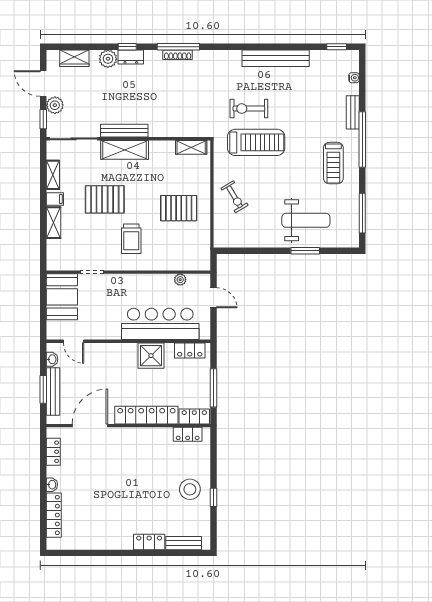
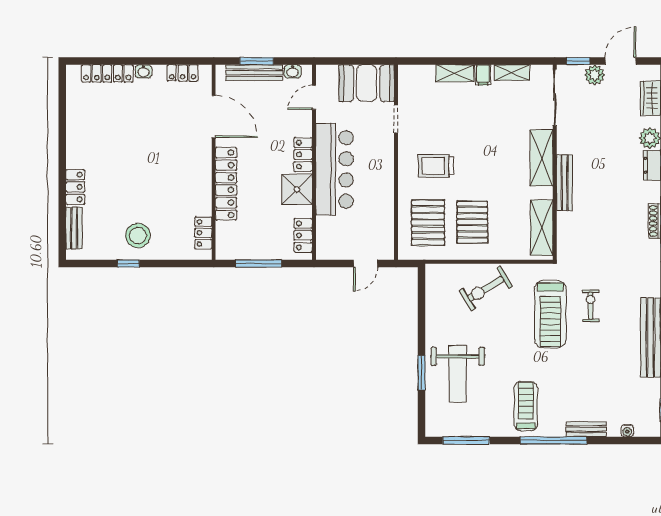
exercise bike: (249, 109) -> (591, 306), width x0.73, depth x0.72
bench: (124, 131) -> (564, 183), moved
shelving: (191, 147) -> (542, 228), width x1.50, depth x1.33
treadmill: (333, 163) -> (526, 406), turned 90
exercise bike: (235, 197) -> (486, 289), width x1.38, depth x1.39
pallet: (105, 199) -> (428, 223), moved
plant: (180, 280) -> (387, 224), removed
bar counter: (160, 324) -> (335, 169), moved
locker: (194, 416) -> (303, 155), moved, turned 180

